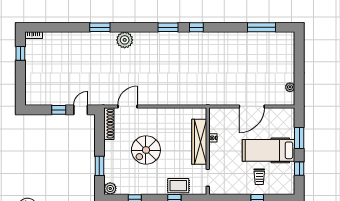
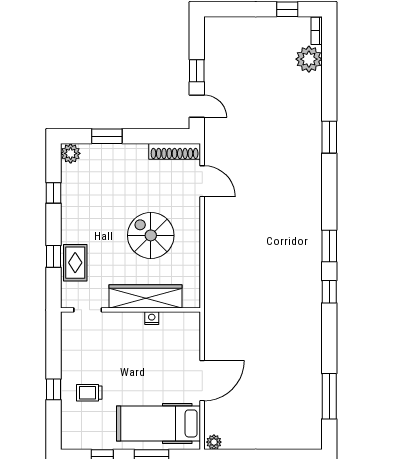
plant: (125, 40) -> (309, 59), moved
plant: (290, 87) -> (214, 442), moved
door: (252, 106) -> (202, 381), swing flipped
spiral stairs: (146, 150) -> (151, 235), moved
hospital bed: (269, 150) -> (158, 423), moved, turned -90

